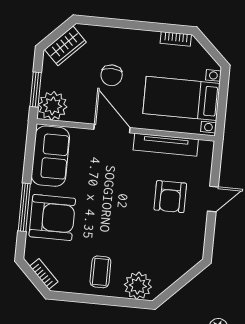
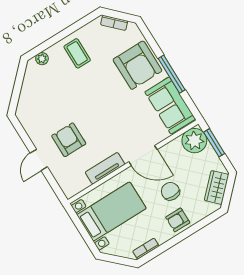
armchair: (125, 43) -> (178, 220), added
tv unit: (166, 145) -> (105, 168), width x0.71
window: (24, 207) -> (172, 74), moved
armchair: (52, 217) -> (137, 65), turned -90
plant: (138, 286) -> (42, 59), width x0.53, depth x0.53

